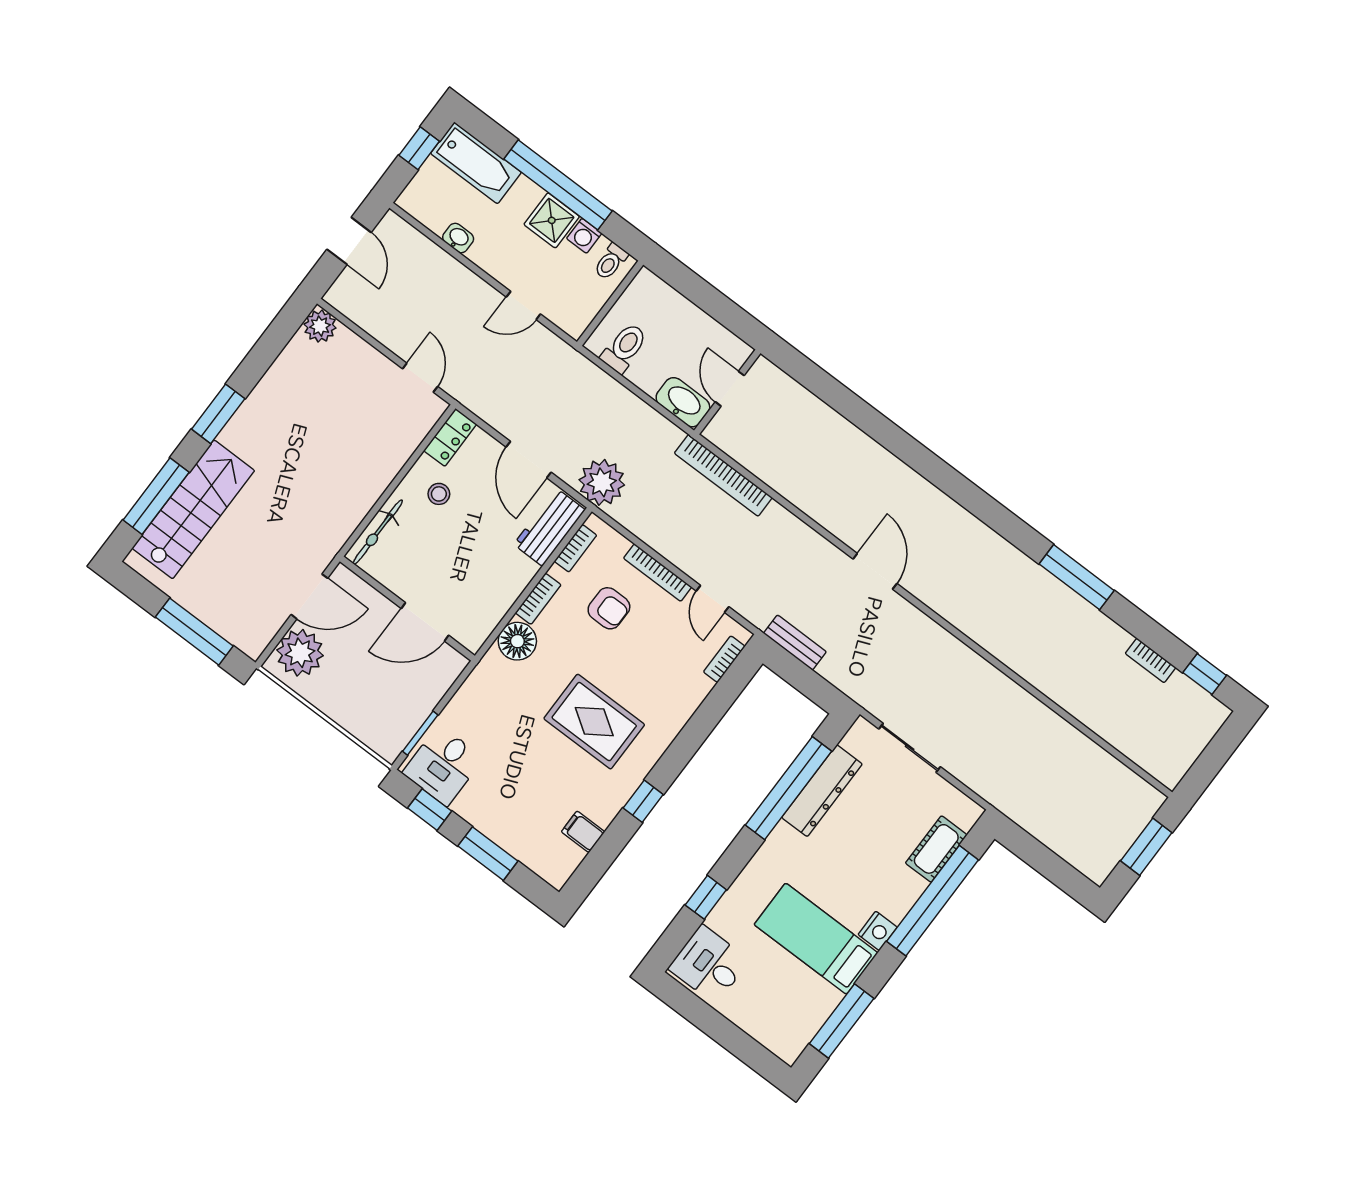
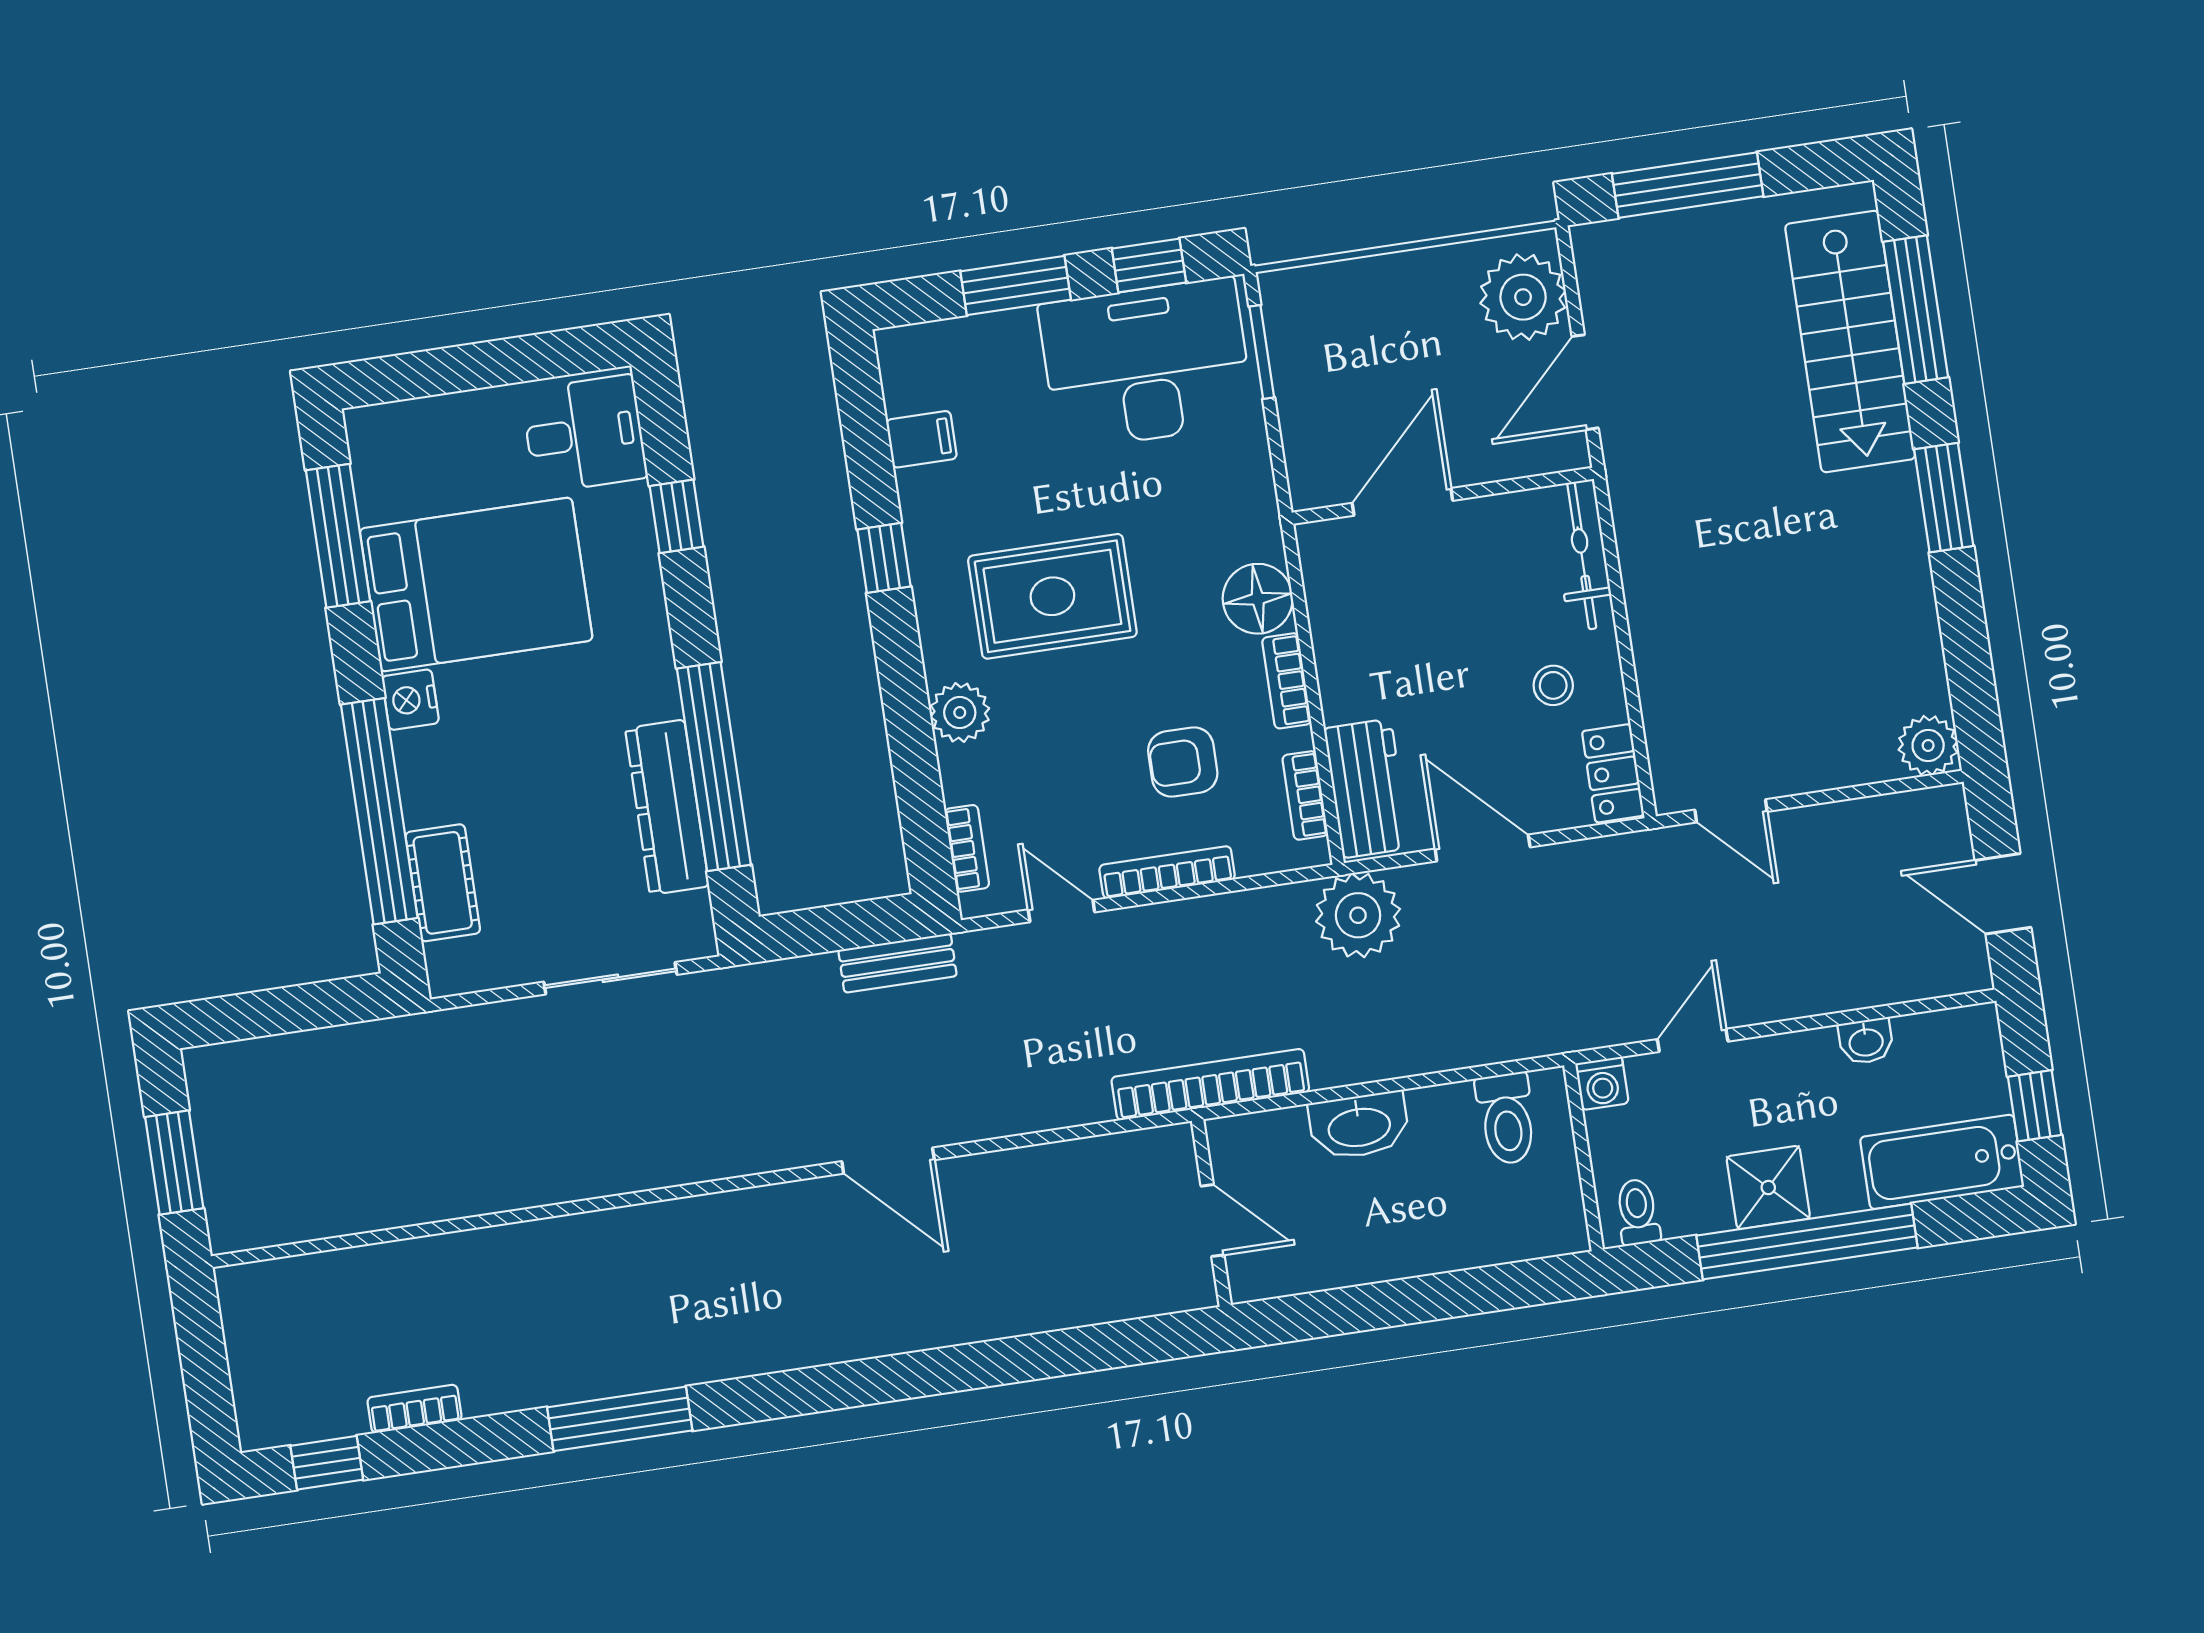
washing machine: (584, 236) -> (1602, 1083), moved, turned 180
door: (730, 389) -> (1213, 1220), moved
wall: (727, 392) -> (1211, 1213), moved
plant: (674, 713) -> (960, 713), added
desk: (443, 766) -> (1146, 364), width x1.87, depth x1.30
bed: (816, 939) -> (476, 584), width x1.50

